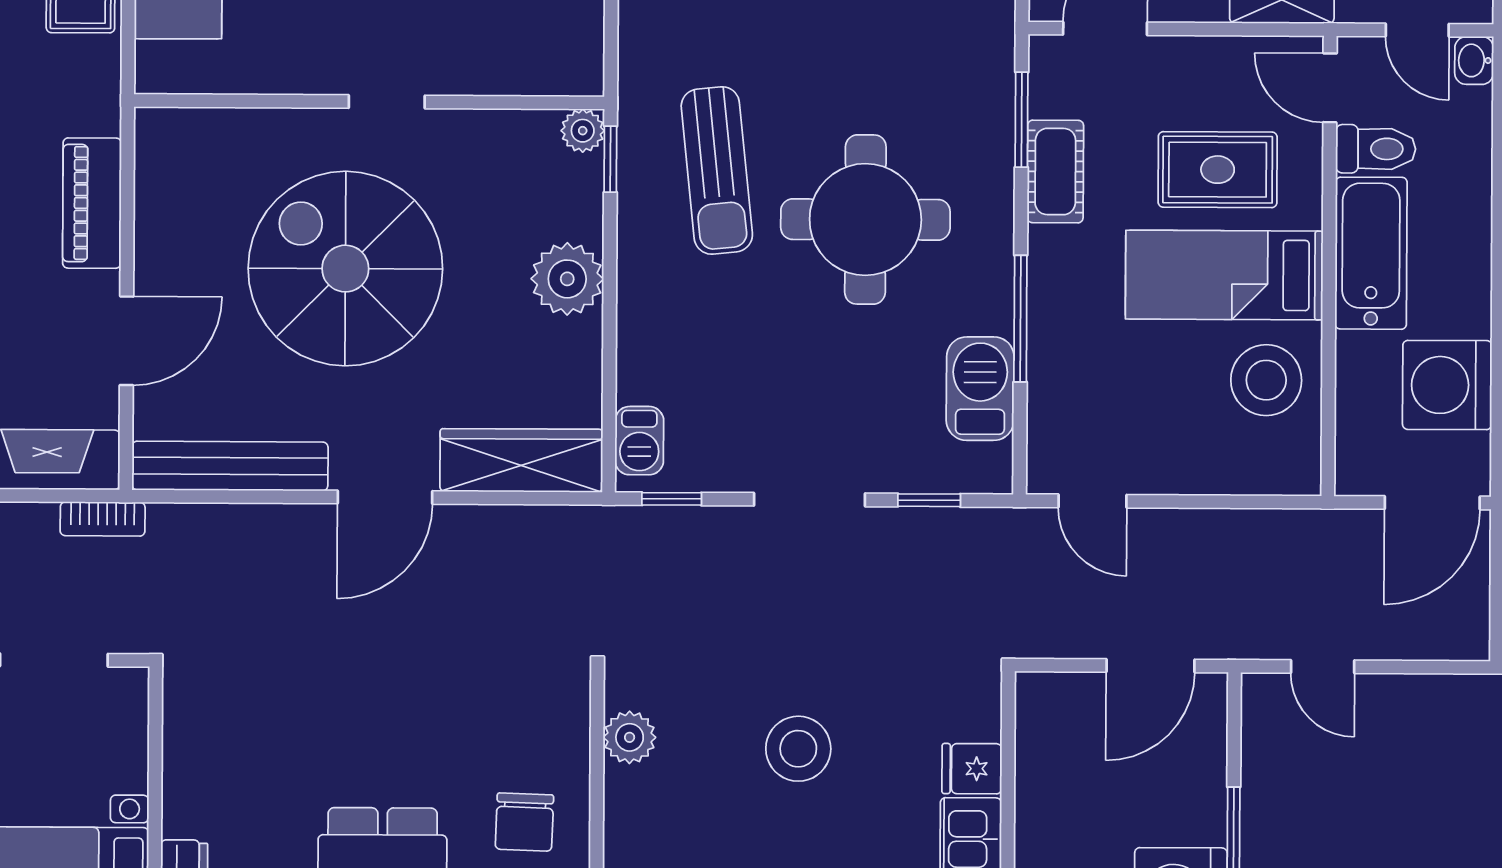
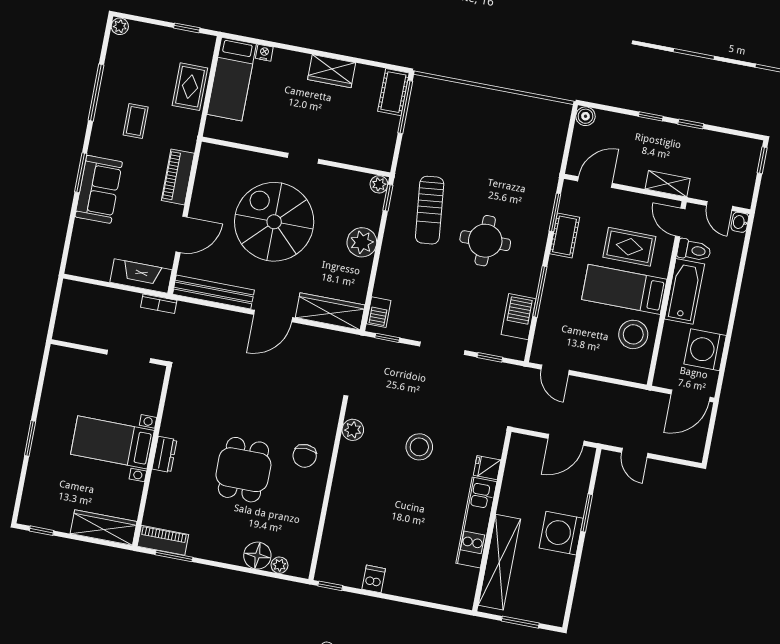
round table: (865, 219) -> (485, 241), width x0.73, depth x0.73

